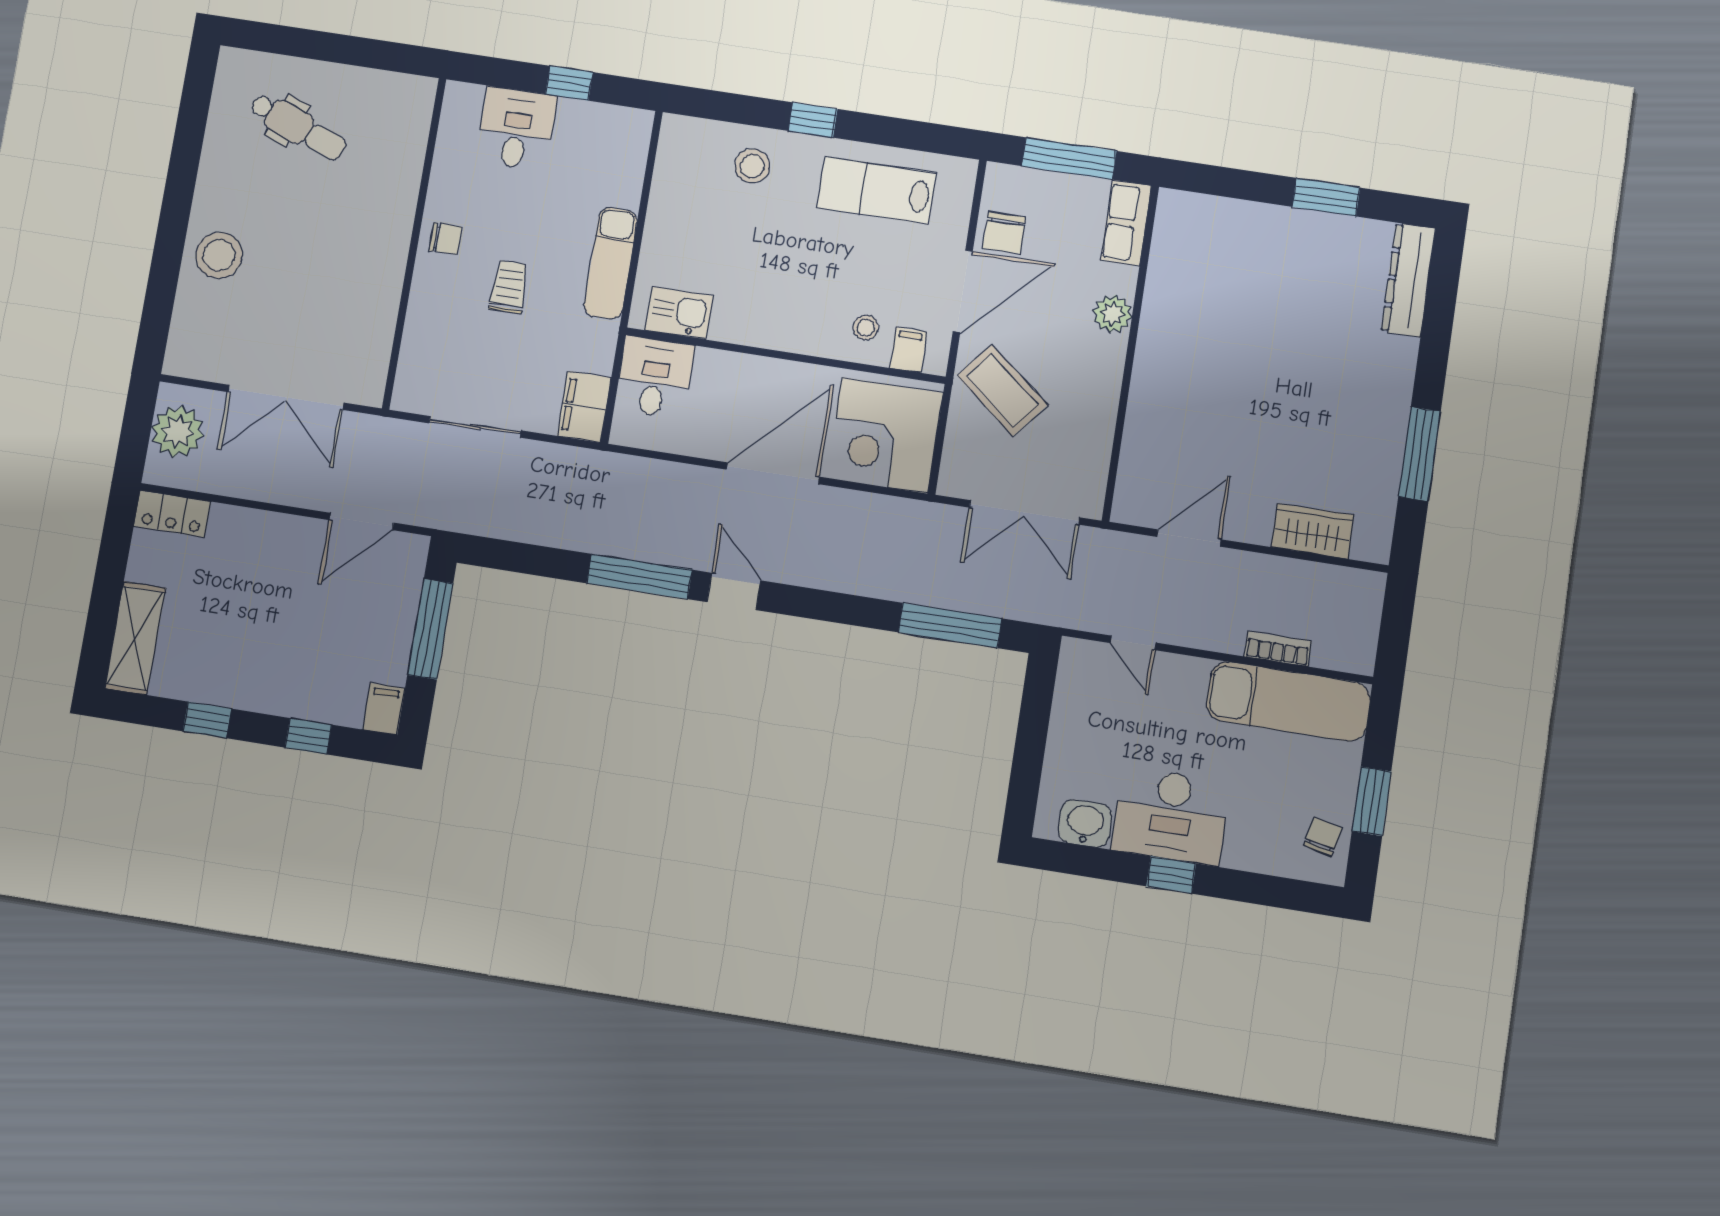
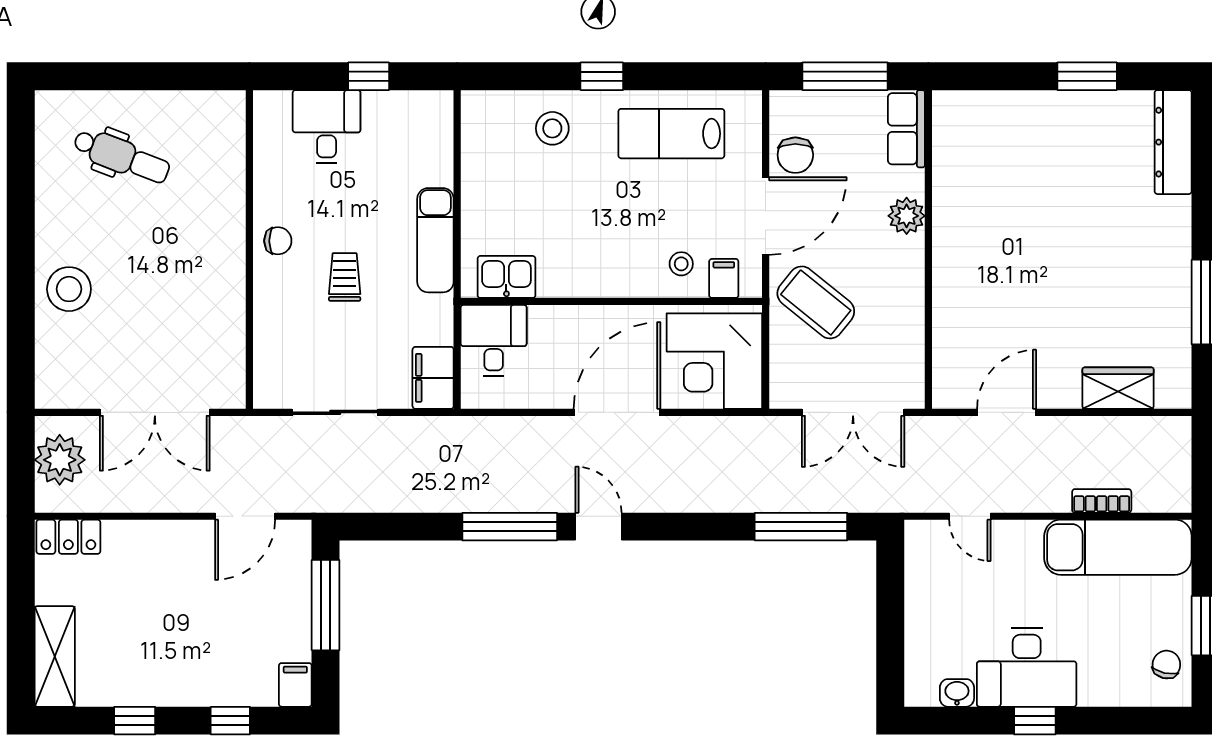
washbasin: (1085, 823) -> (957, 693), width x0.72, depth x0.69

